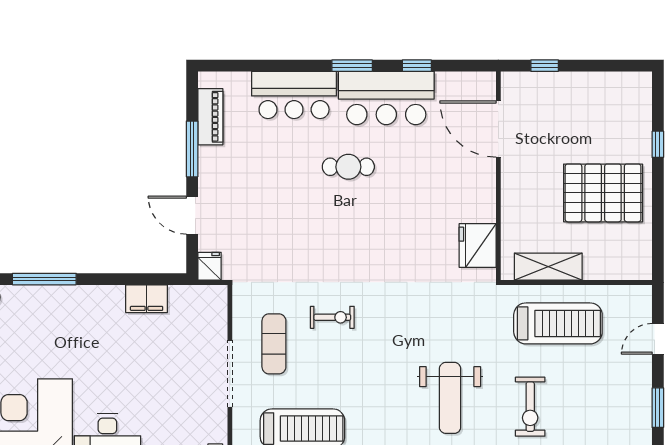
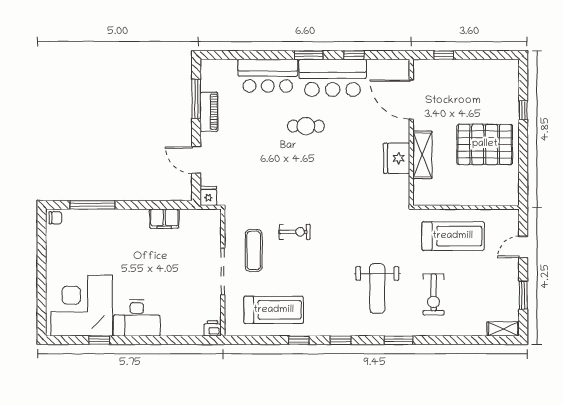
piano: (210, 117) -> (209, 112), moved
window: (192, 149) -> (196, 99), moved
fridge: (478, 246) -> (397, 158), moved
shelving: (548, 267) -> (422, 155), moved, turned 90

